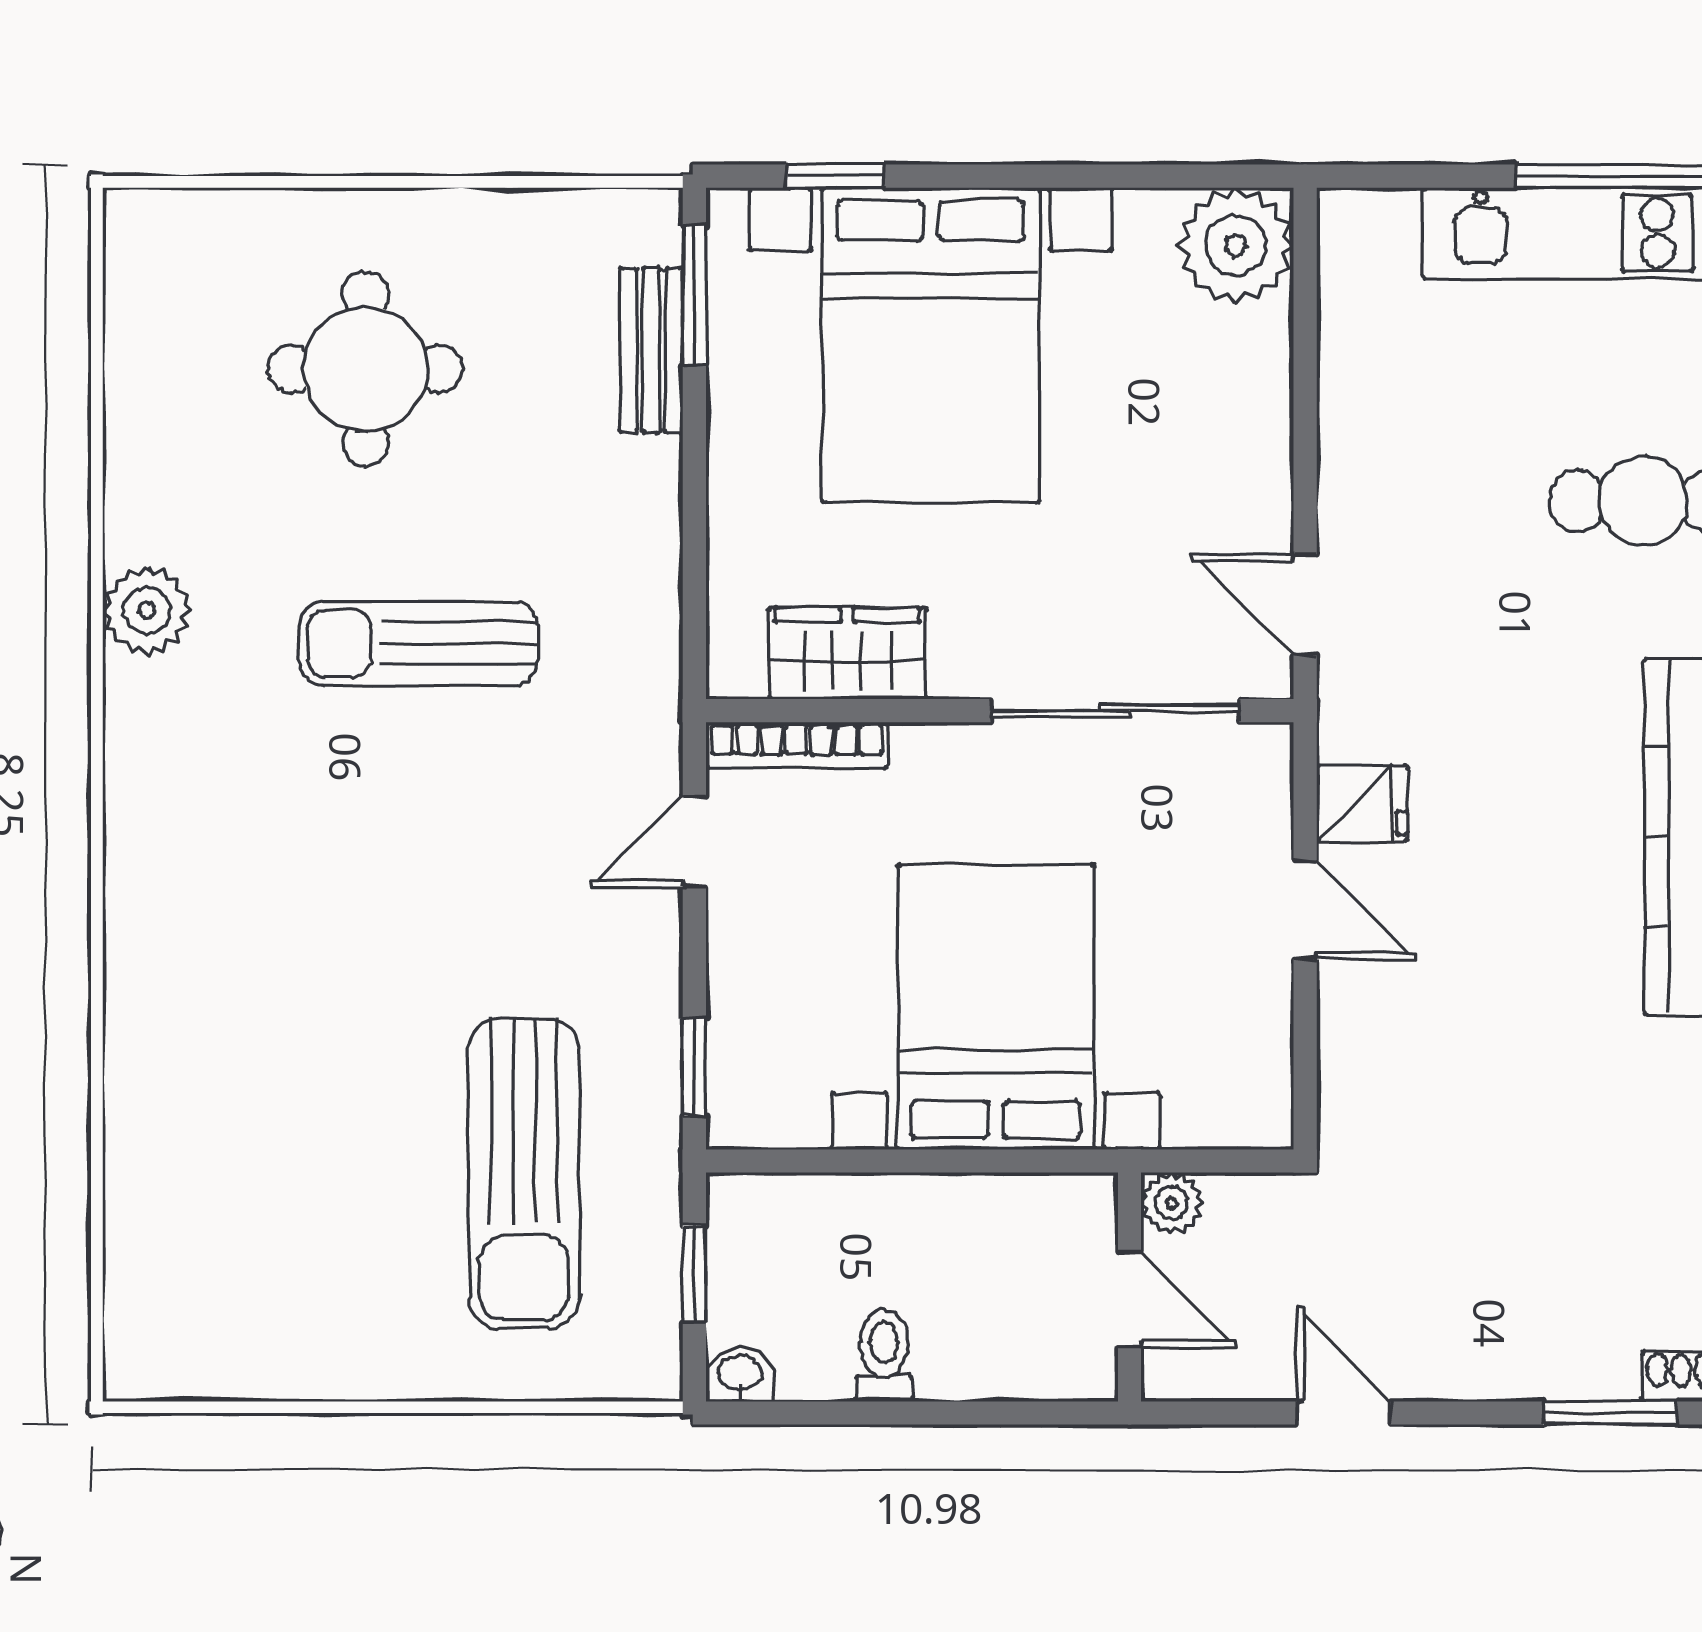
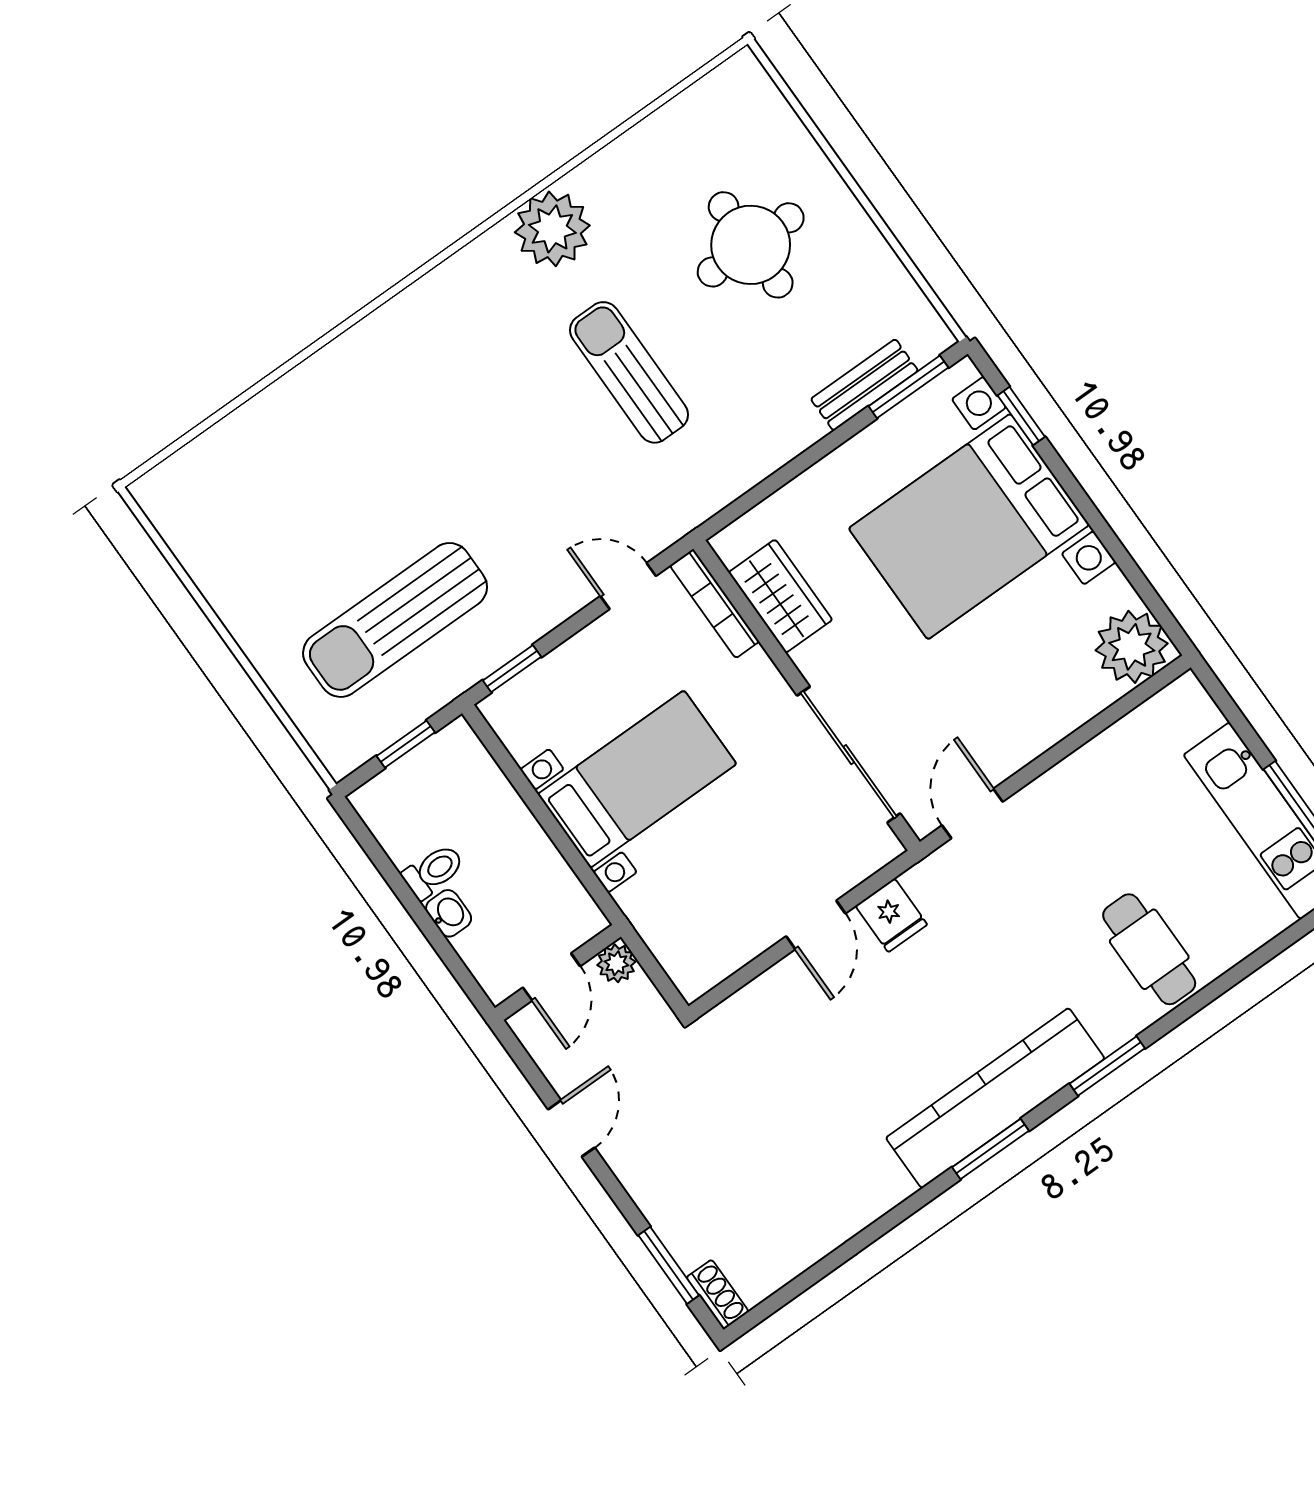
plant: (147, 611) -> (552, 229), width x1.36, depth x1.36
bed with nightstands: (996, 1007) -> (637, 779), width x0.73
washbasin: (740, 1374) -> (449, 913), moved

